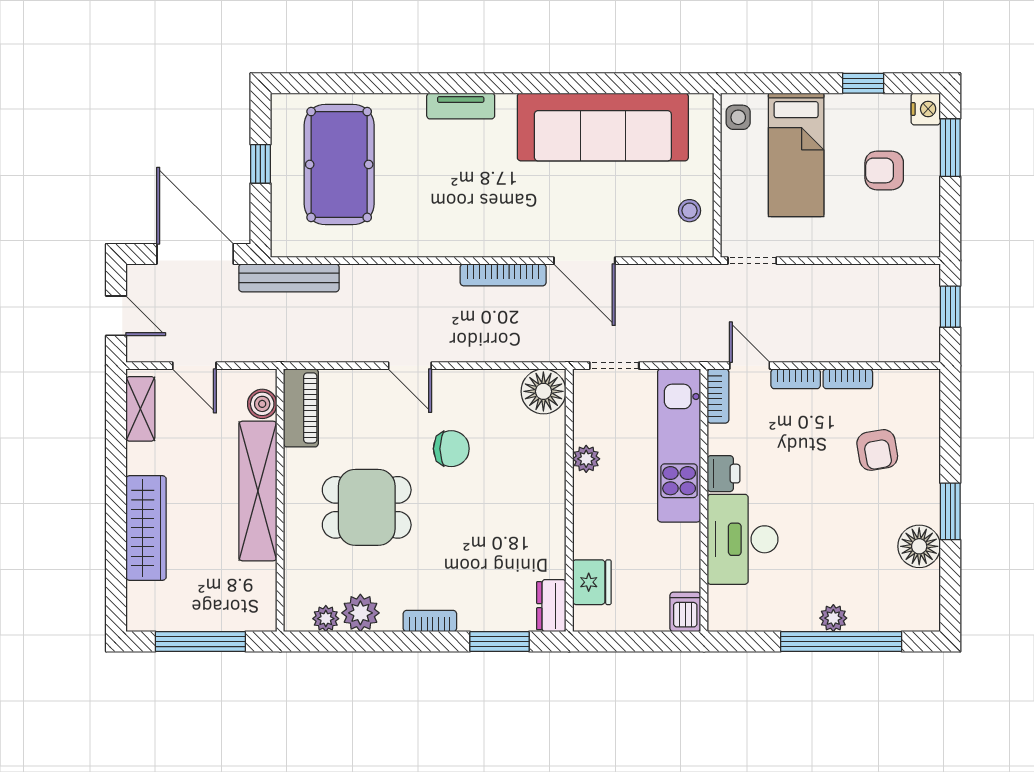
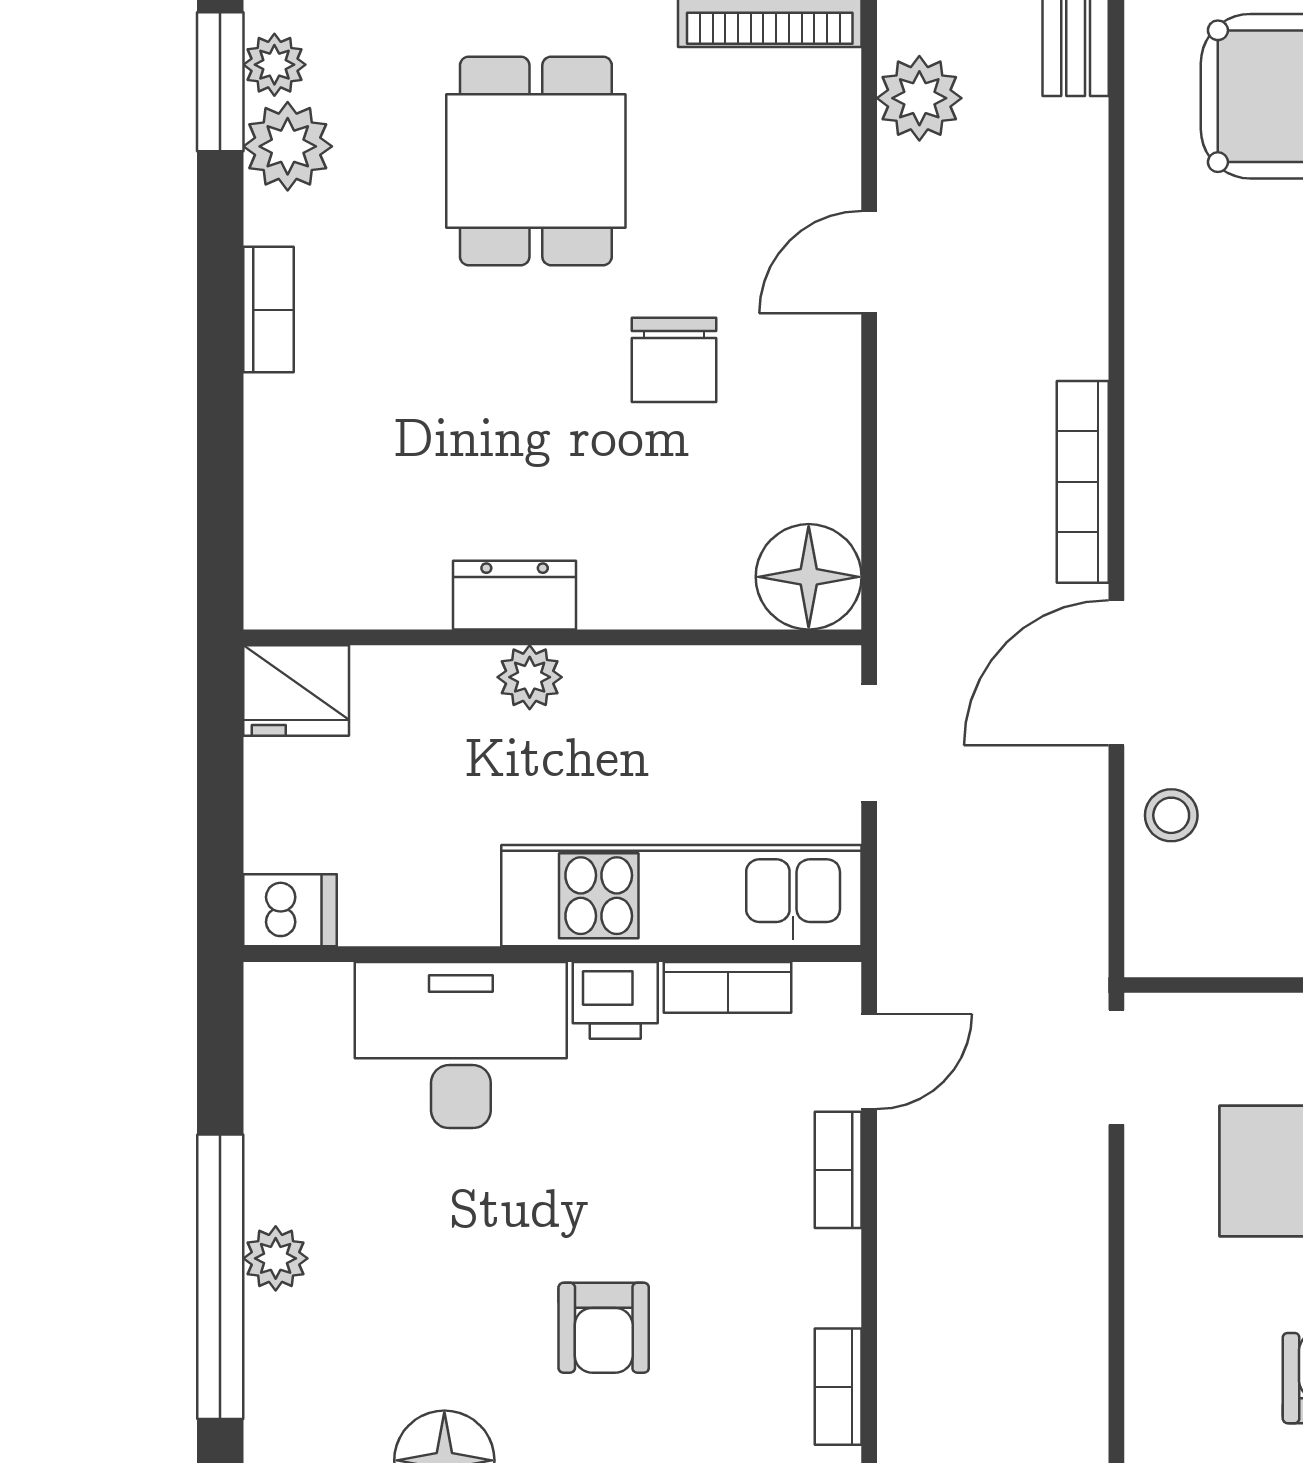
stool: (689, 211) -> (1171, 815), moved
plant: (340, 344) -> (919, 98), added
bookcase: (848, 379) -> (838, 1387), moved
bookcase: (718, 396) -> (728, 987), moved
armchair: (877, 450) -> (604, 1328), moved, turned -80
plant: (586, 459) -> (530, 677), moved
fridge: (592, 582) -> (296, 690), moved
dresser: (551, 606) -> (515, 595), moved
window: (500, 642) -> (220, 82), moved

